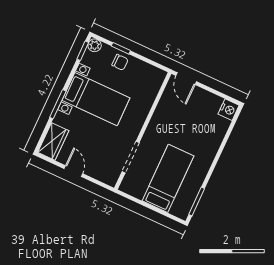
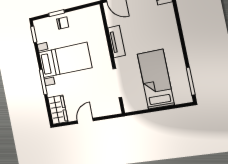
plant: (95, 45) -> (39, 25), removed
tv unit: (158, 119) -> (117, 42), added
door: (73, 171) -> (85, 121), hinge flipped

